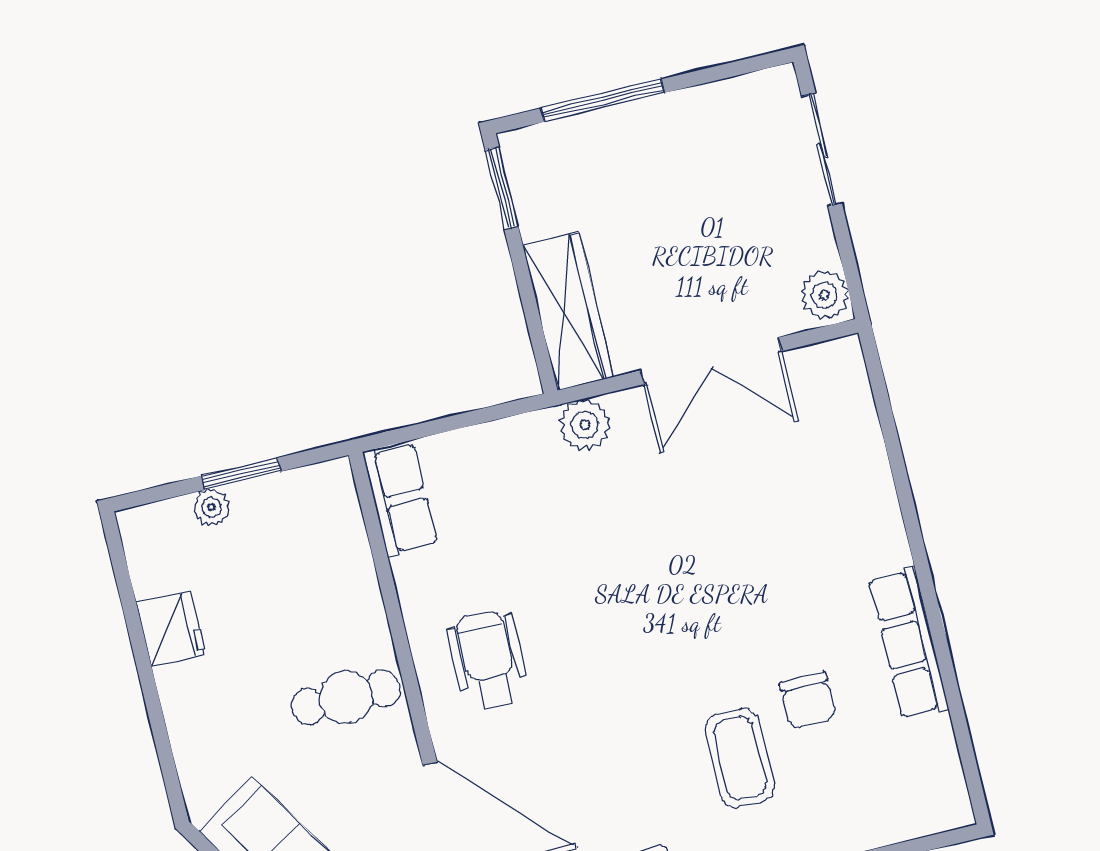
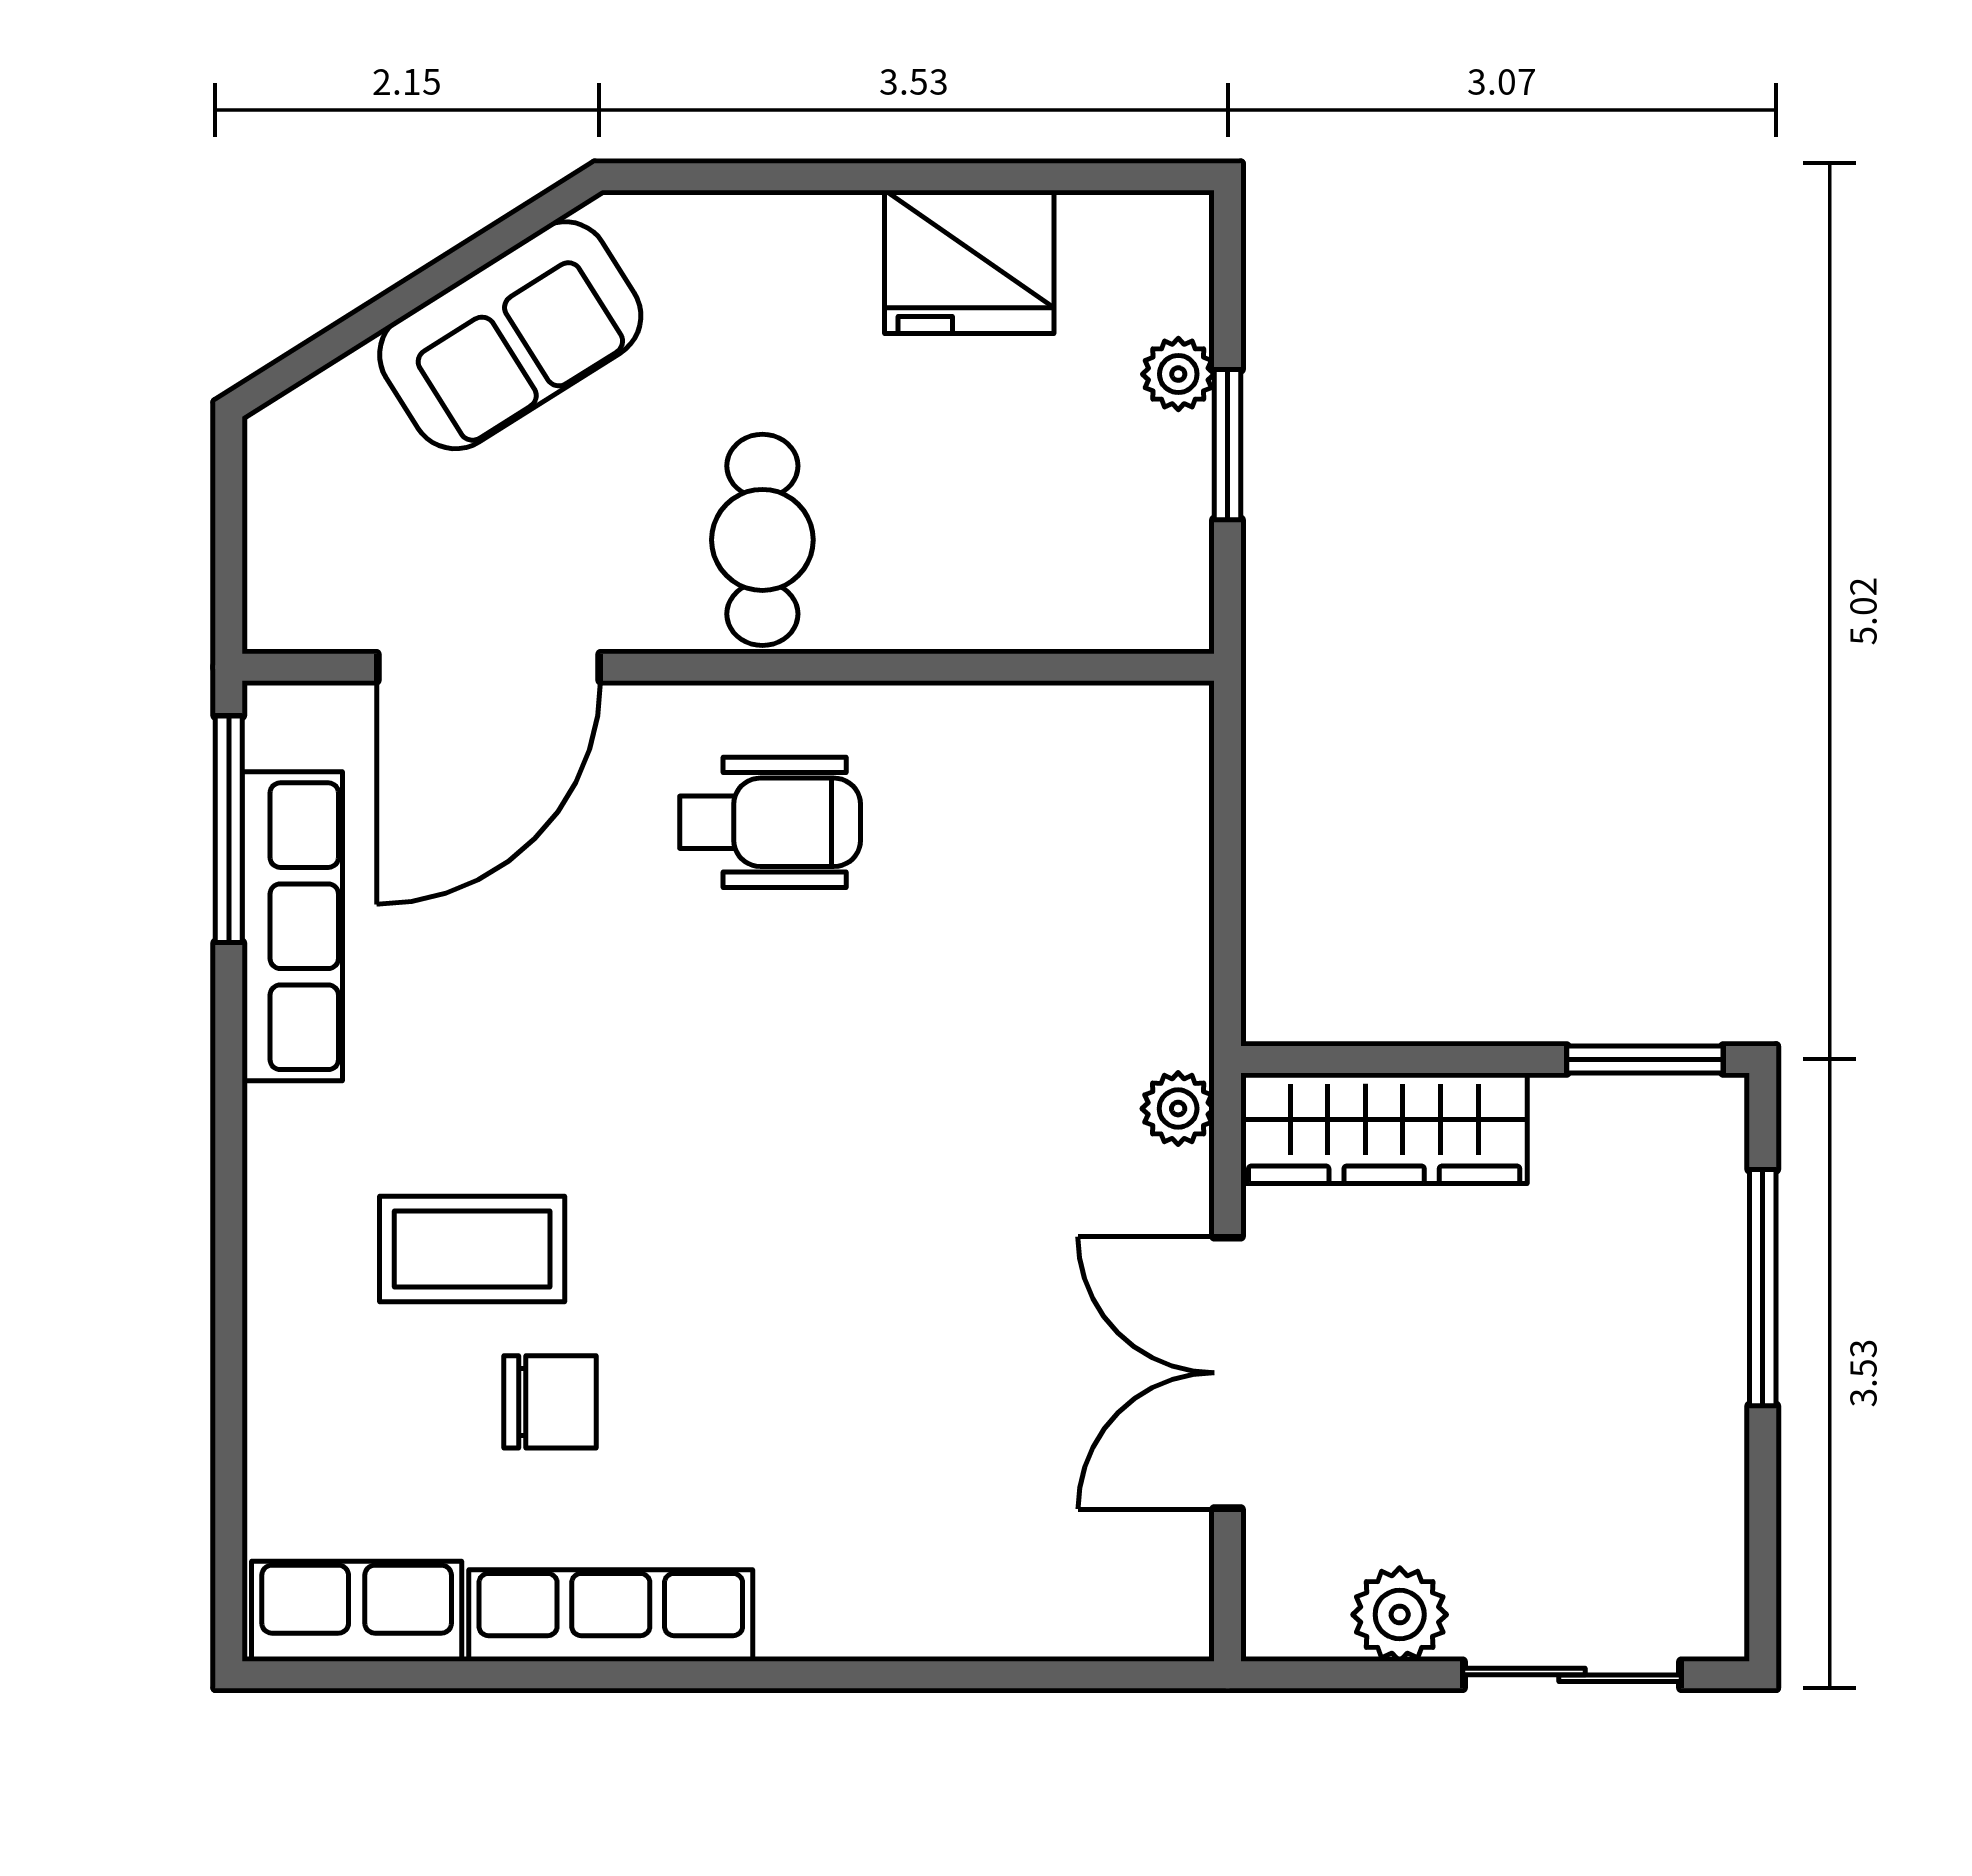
plant: (824, 295) -> (1400, 1615), moved
plant: (585, 425) -> (1178, 1109), width x0.73, depth x0.73
row of seats: (400, 499) -> (357, 1611), moved, turned 180
fridge: (171, 629) -> (969, 262), width x1.36, depth x1.34
chair: (808, 700) -> (550, 1402), turned 180

